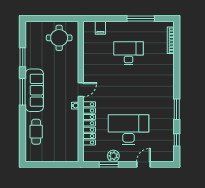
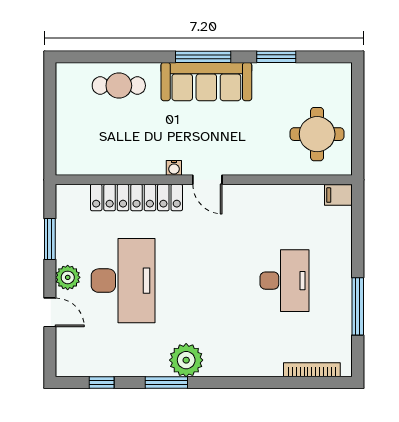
filing cabinet: (100, 28) -> (338, 195), moved
plant: (166, 100) -> (186, 360), added
plant: (113, 156) -> (68, 277), moved

